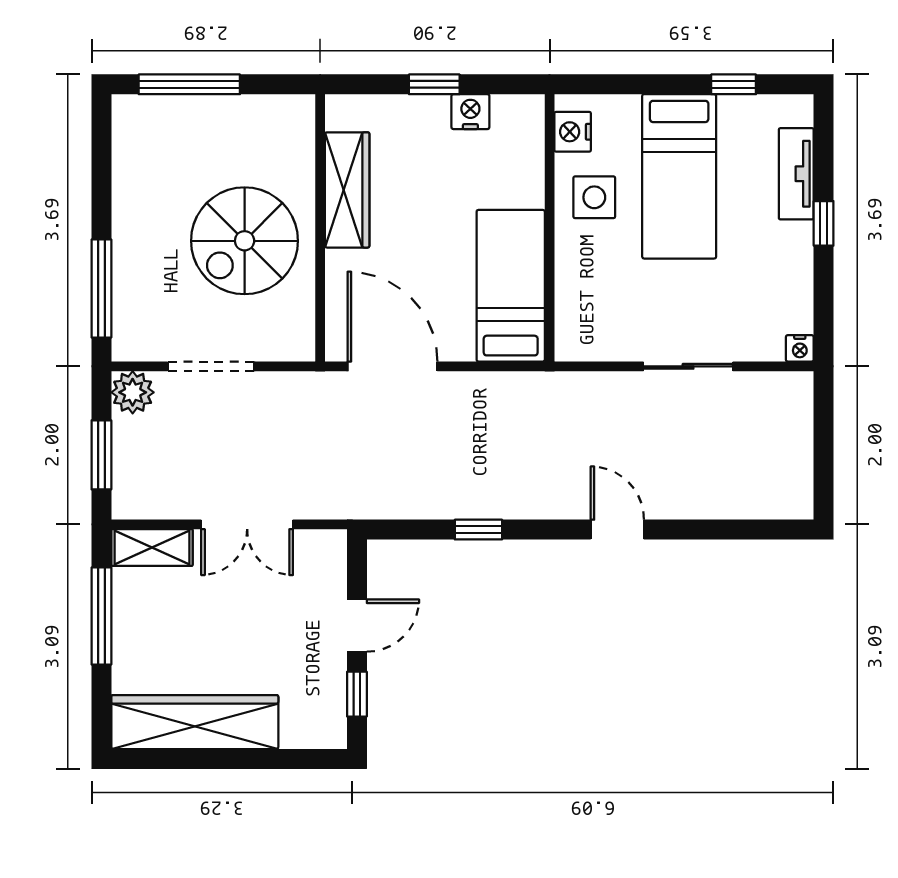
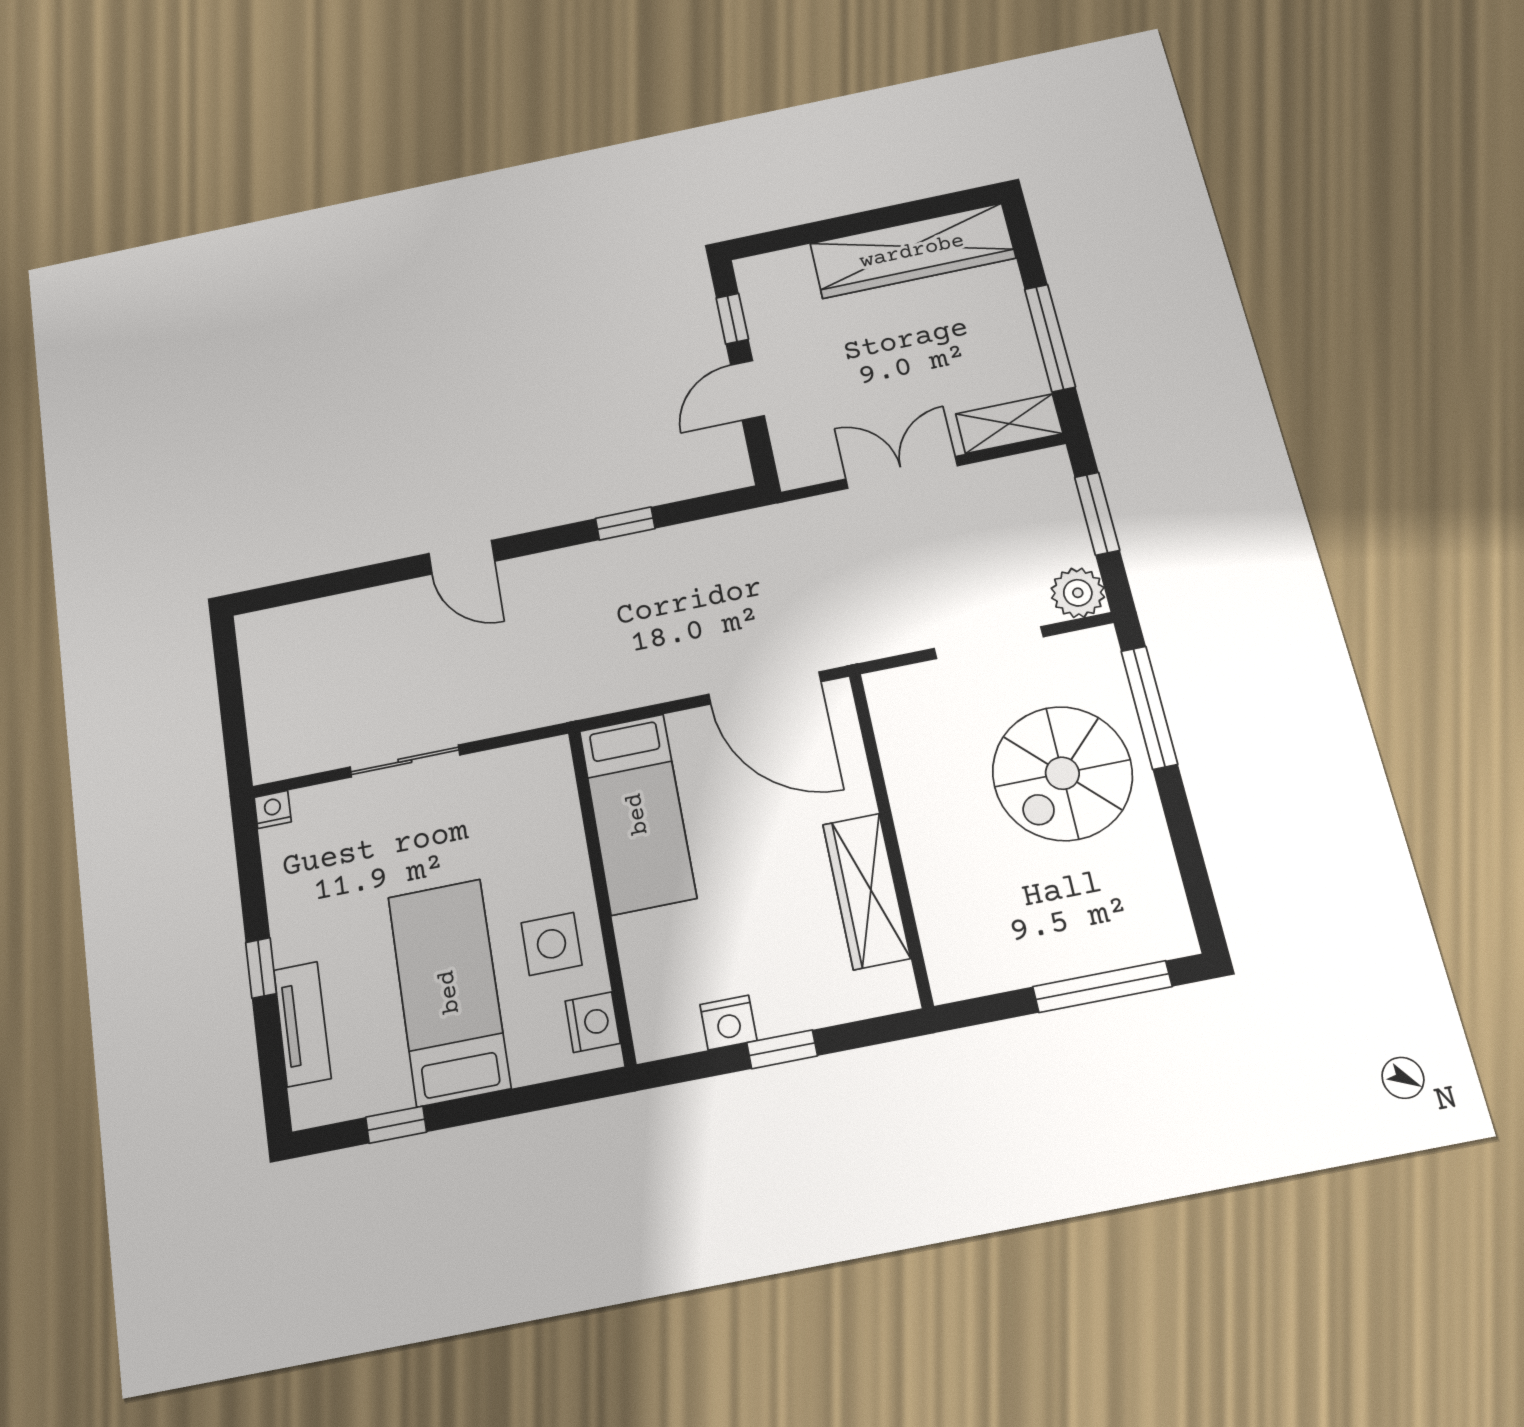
spiral stairs: (245, 241) -> (1062, 773), moved, turned 180

